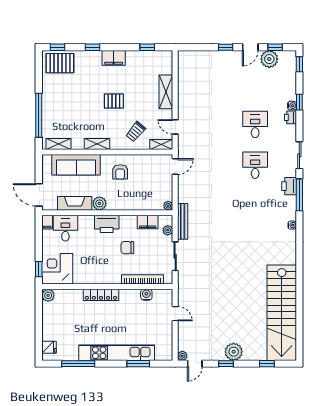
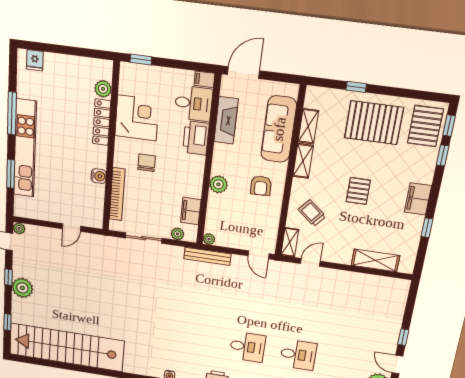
window: (92, 47) -> (443, 155), moved
window: (147, 47) -> (427, 228), moved
shelving: (166, 92) -> (375, 260), moved
pallet: (62, 99) -> (374, 123), added
window: (39, 115) -> (356, 87), width x0.32
shelving: (58, 144) -> (308, 126), moved
armchair: (120, 172) -> (261, 186), turned -92
plant: (99, 203) -> (218, 184), moved
bench: (183, 221) -> (207, 256), moved
printer: (107, 224) -> (196, 138), moved
chair: (127, 248) -> (147, 163), moved
corner desk: (57, 269) -> (137, 118), moved
plant: (48, 295) -> (103, 89), moved
locker: (101, 295) -> (102, 122), moved
water cooler: (146, 295) -> (99, 176), moved
window: (78, 364) -> (12, 113), moved

